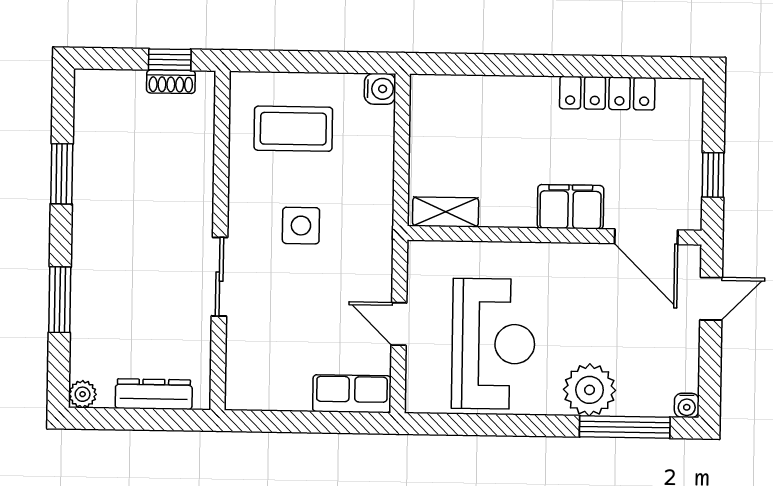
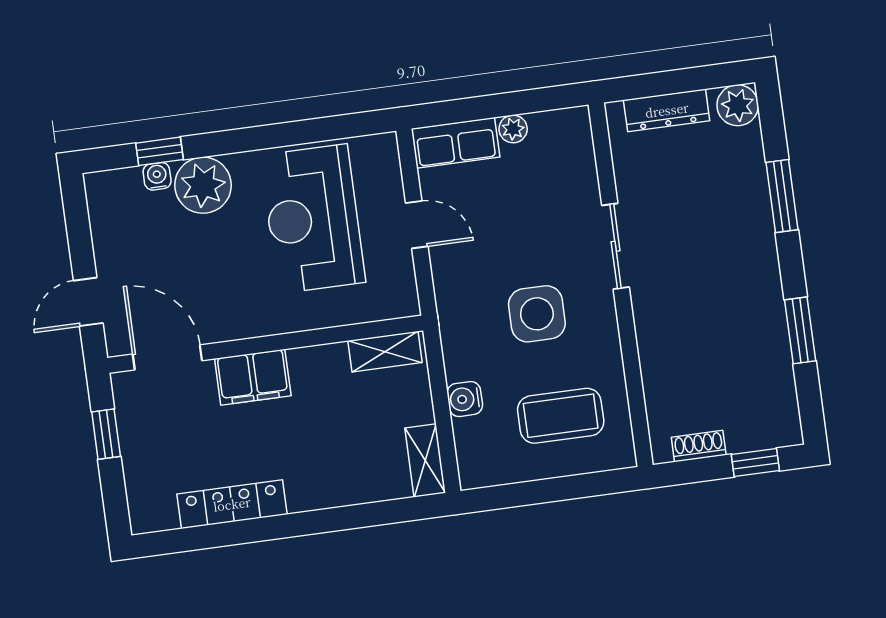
window: (170, 60) -> (755, 462), moved
water cooler: (380, 89) -> (465, 399), moved
shelving: (424, 106) -> (425, 460), added
side table: (301, 226) -> (537, 314), width x1.37, depth x1.37
plant: (83, 394) -> (738, 105), width x1.38, depth x1.38
plant: (297, 398) -> (513, 129), added
water cooler: (687, 405) -> (157, 176), moved
window: (625, 427) -> (160, 151), width x0.46

